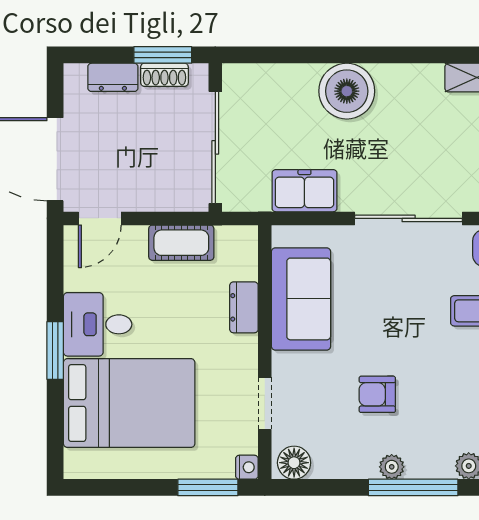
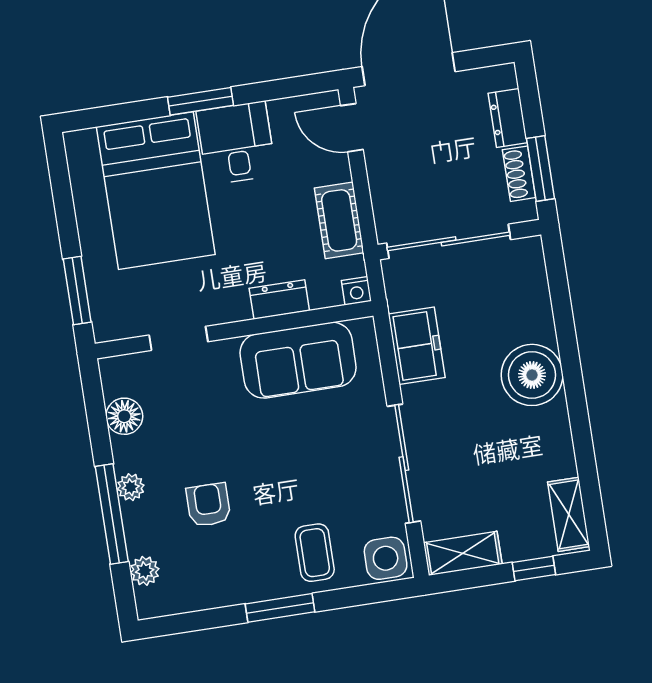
armchair: (377, 394) -> (208, 505), moved
floor lamp: (294, 463) -> (124, 416), moved
nightstand: (247, 467) -> (356, 291), moved

